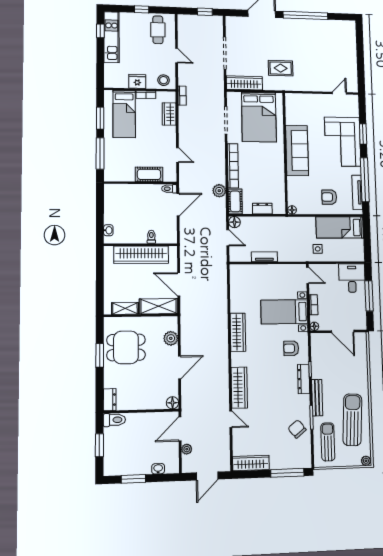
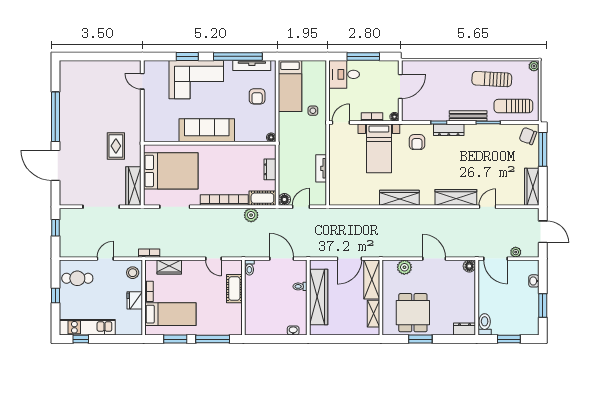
door: (177, 155) -> (213, 259), swing flipped
door: (178, 205) -> (282, 259), moved
sun lounger: (352, 420) -> (492, 79), width x0.73, depth x0.75
chair: (297, 429) -> (528, 136), moved, turned 60

